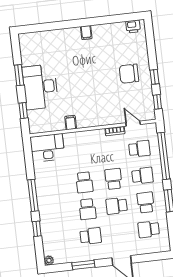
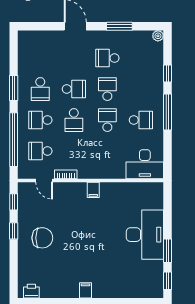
window: (23, 111) -> (168, 281), moved
filing cabinet: (71, 123) -> (93, 190), moved
school desk: (149, 229) -> (141, 120), moved

